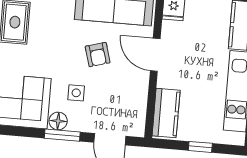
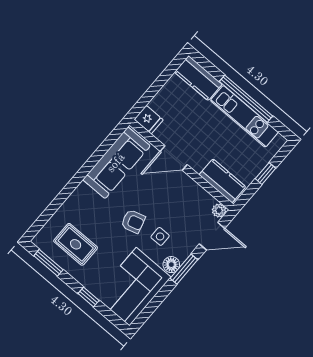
armchair: (98, 55) -> (133, 221), moved
plant: (137, 129) -> (219, 211), added

